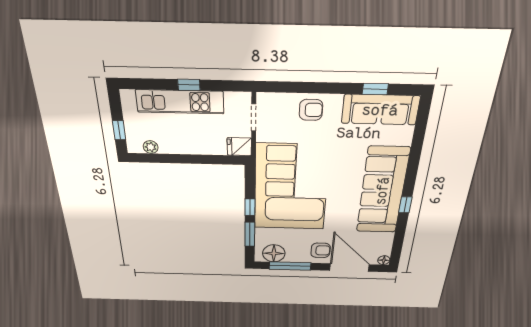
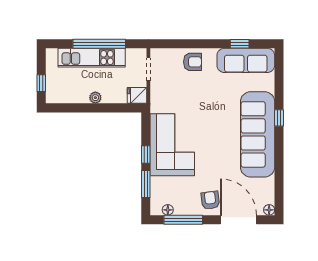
window: (189, 85) -> (99, 44), width x3.17
plant: (151, 147) -> (95, 98), moved
corner sofa: (291, 188) -> (172, 145), width x0.73, depth x0.74
window: (405, 205) -> (279, 118), moved
armchair: (321, 250) -> (210, 200), turned -97
floor lamp: (274, 253) -> (168, 210), width x0.53, depth x0.53

